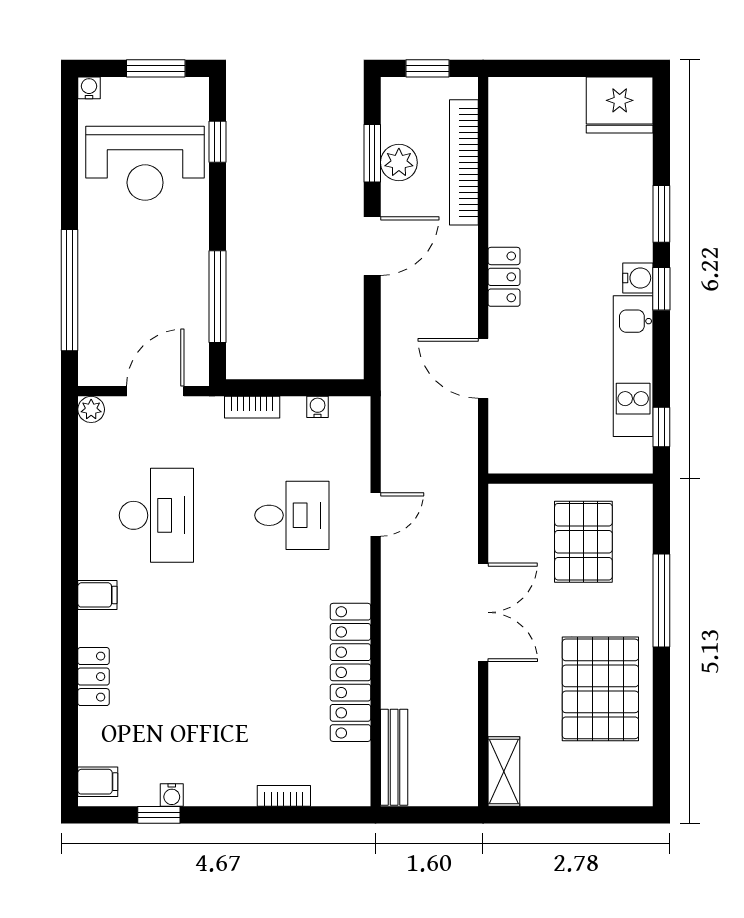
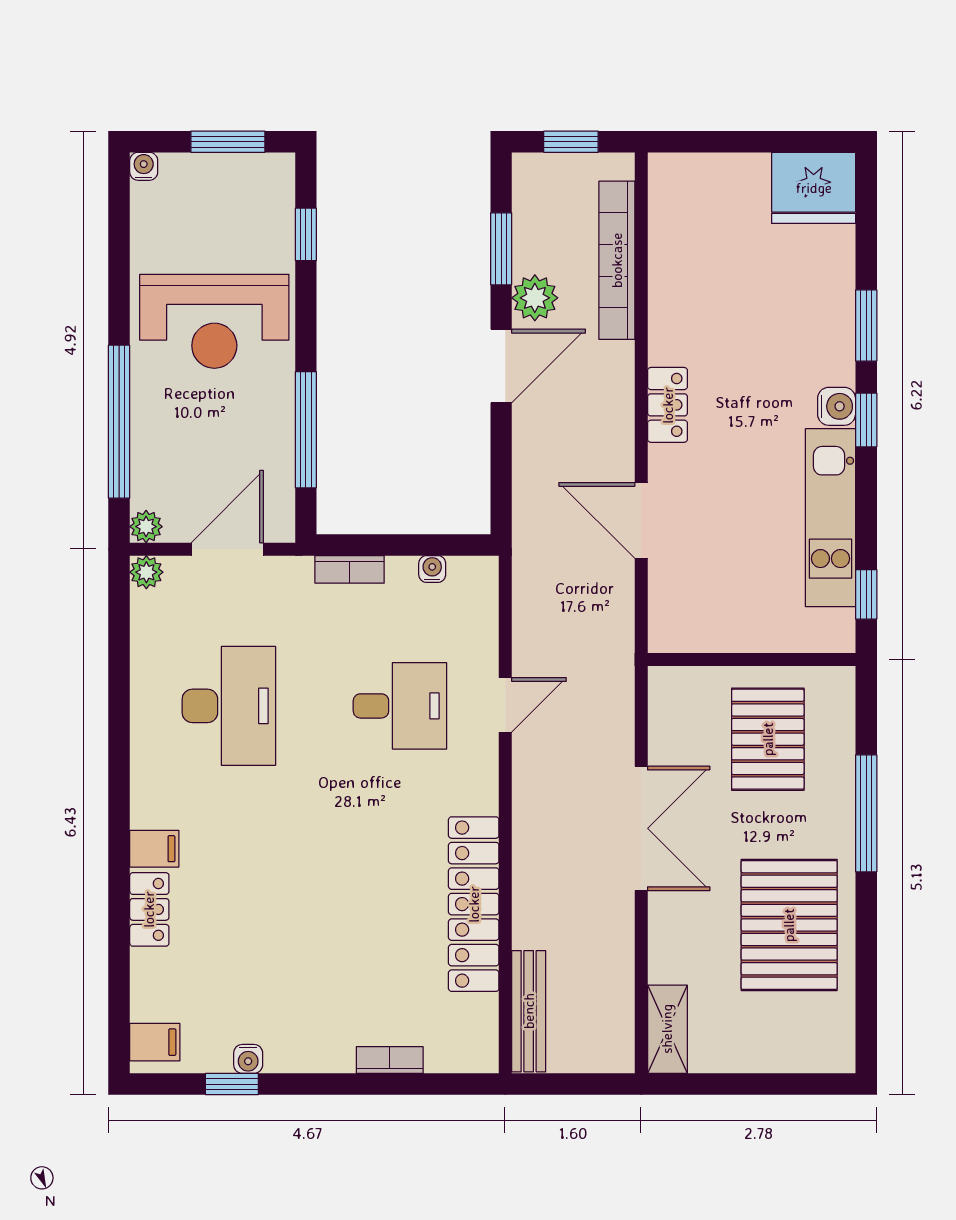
reception desk: (145, 163) -> (214, 321), moved
plant: (399, 163) -> (535, 298), moved
plant: (91, 373) -> (146, 527), added
filing cabinet: (97, 595) -> (154, 849), moved

